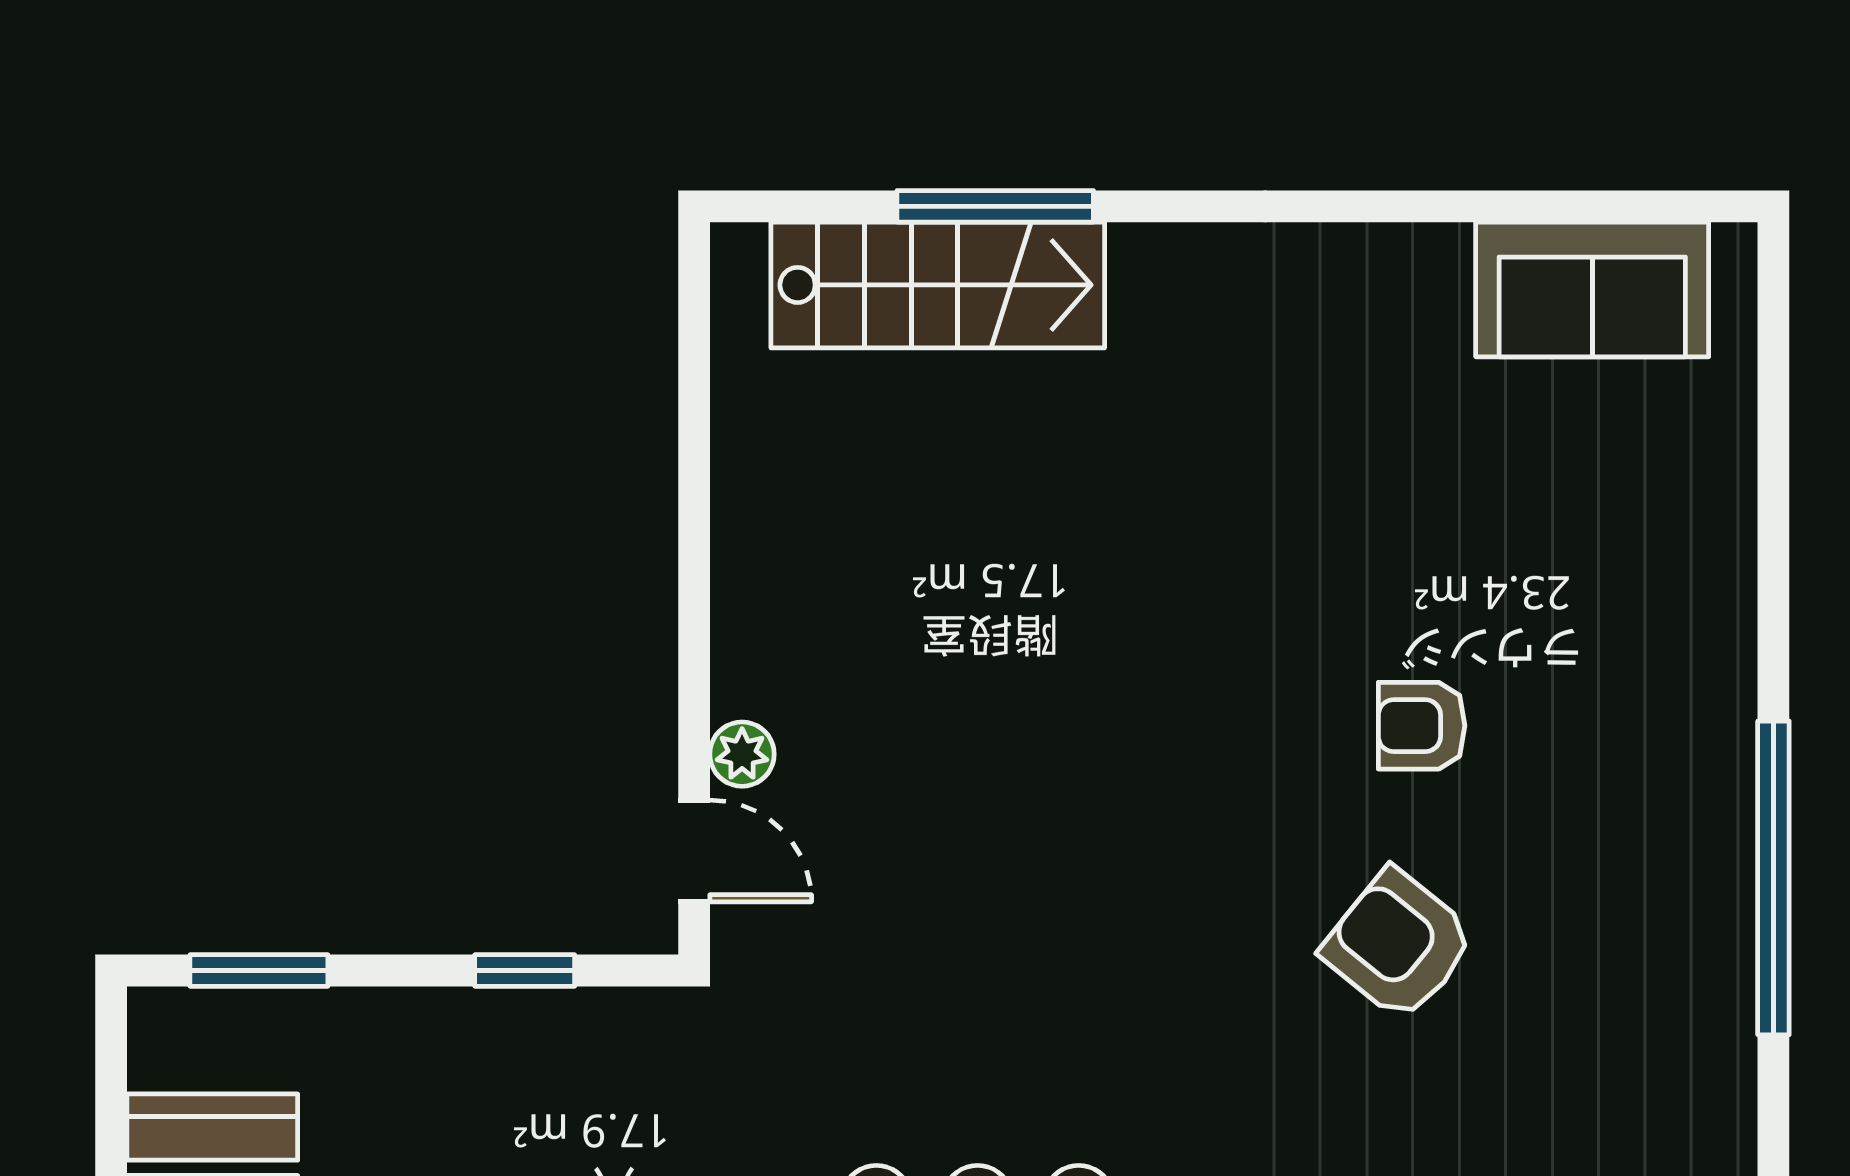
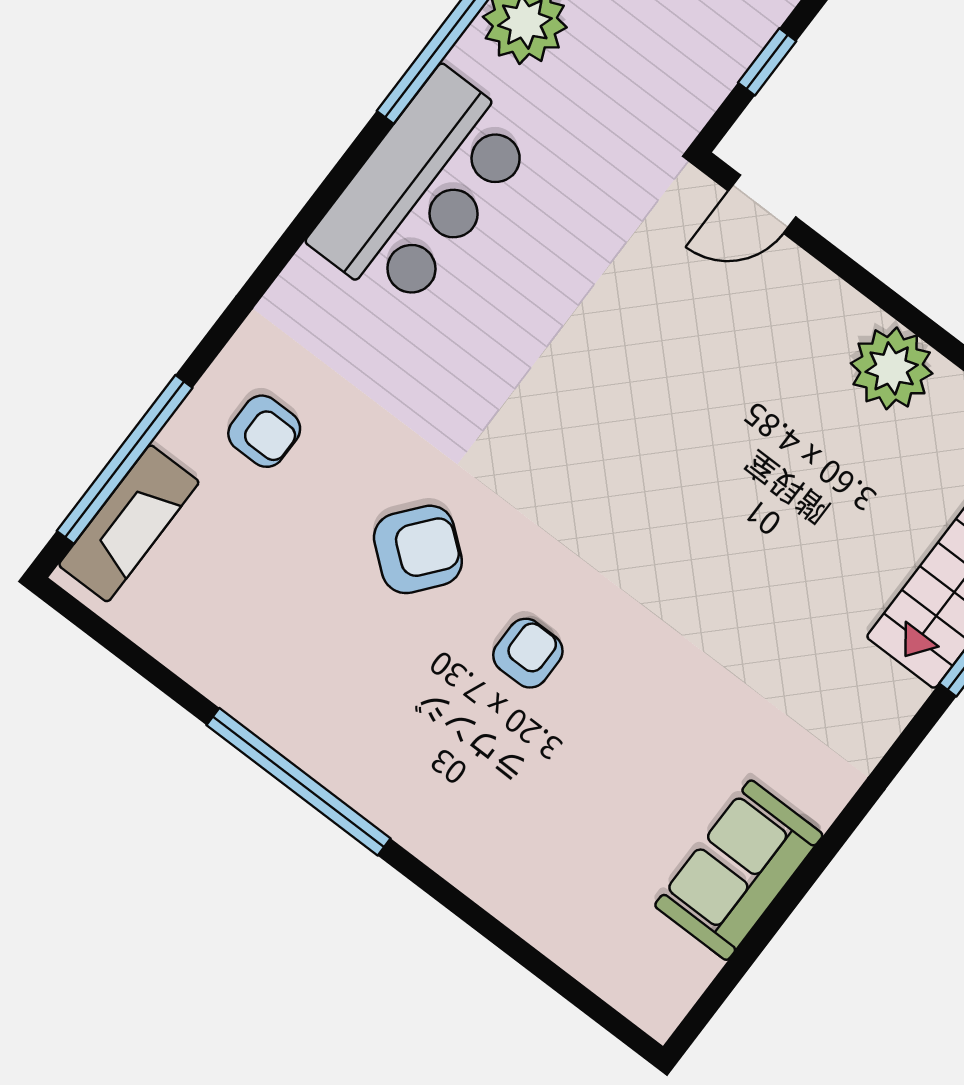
sofa: (1592, 289) -> (739, 870), moved
plant: (742, 754) -> (892, 368), moved, width x1.88, depth x1.88

